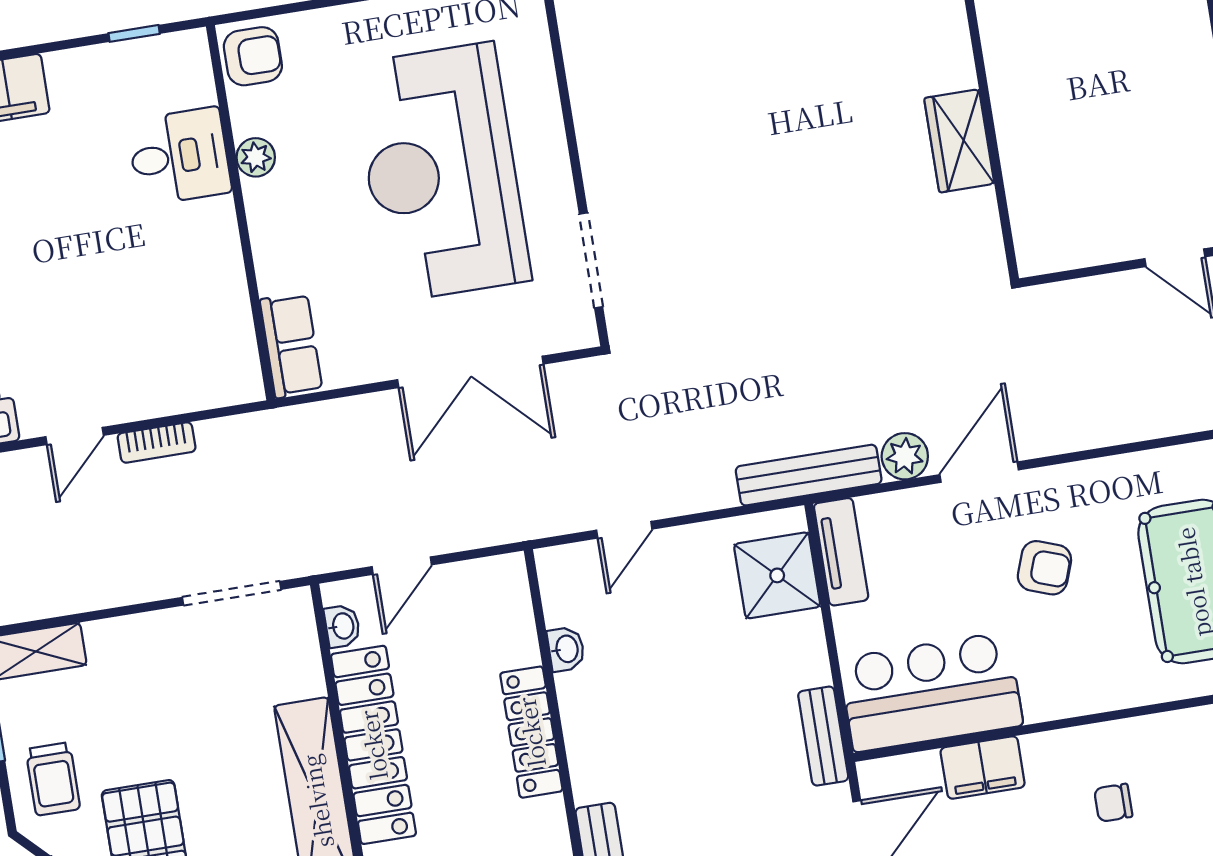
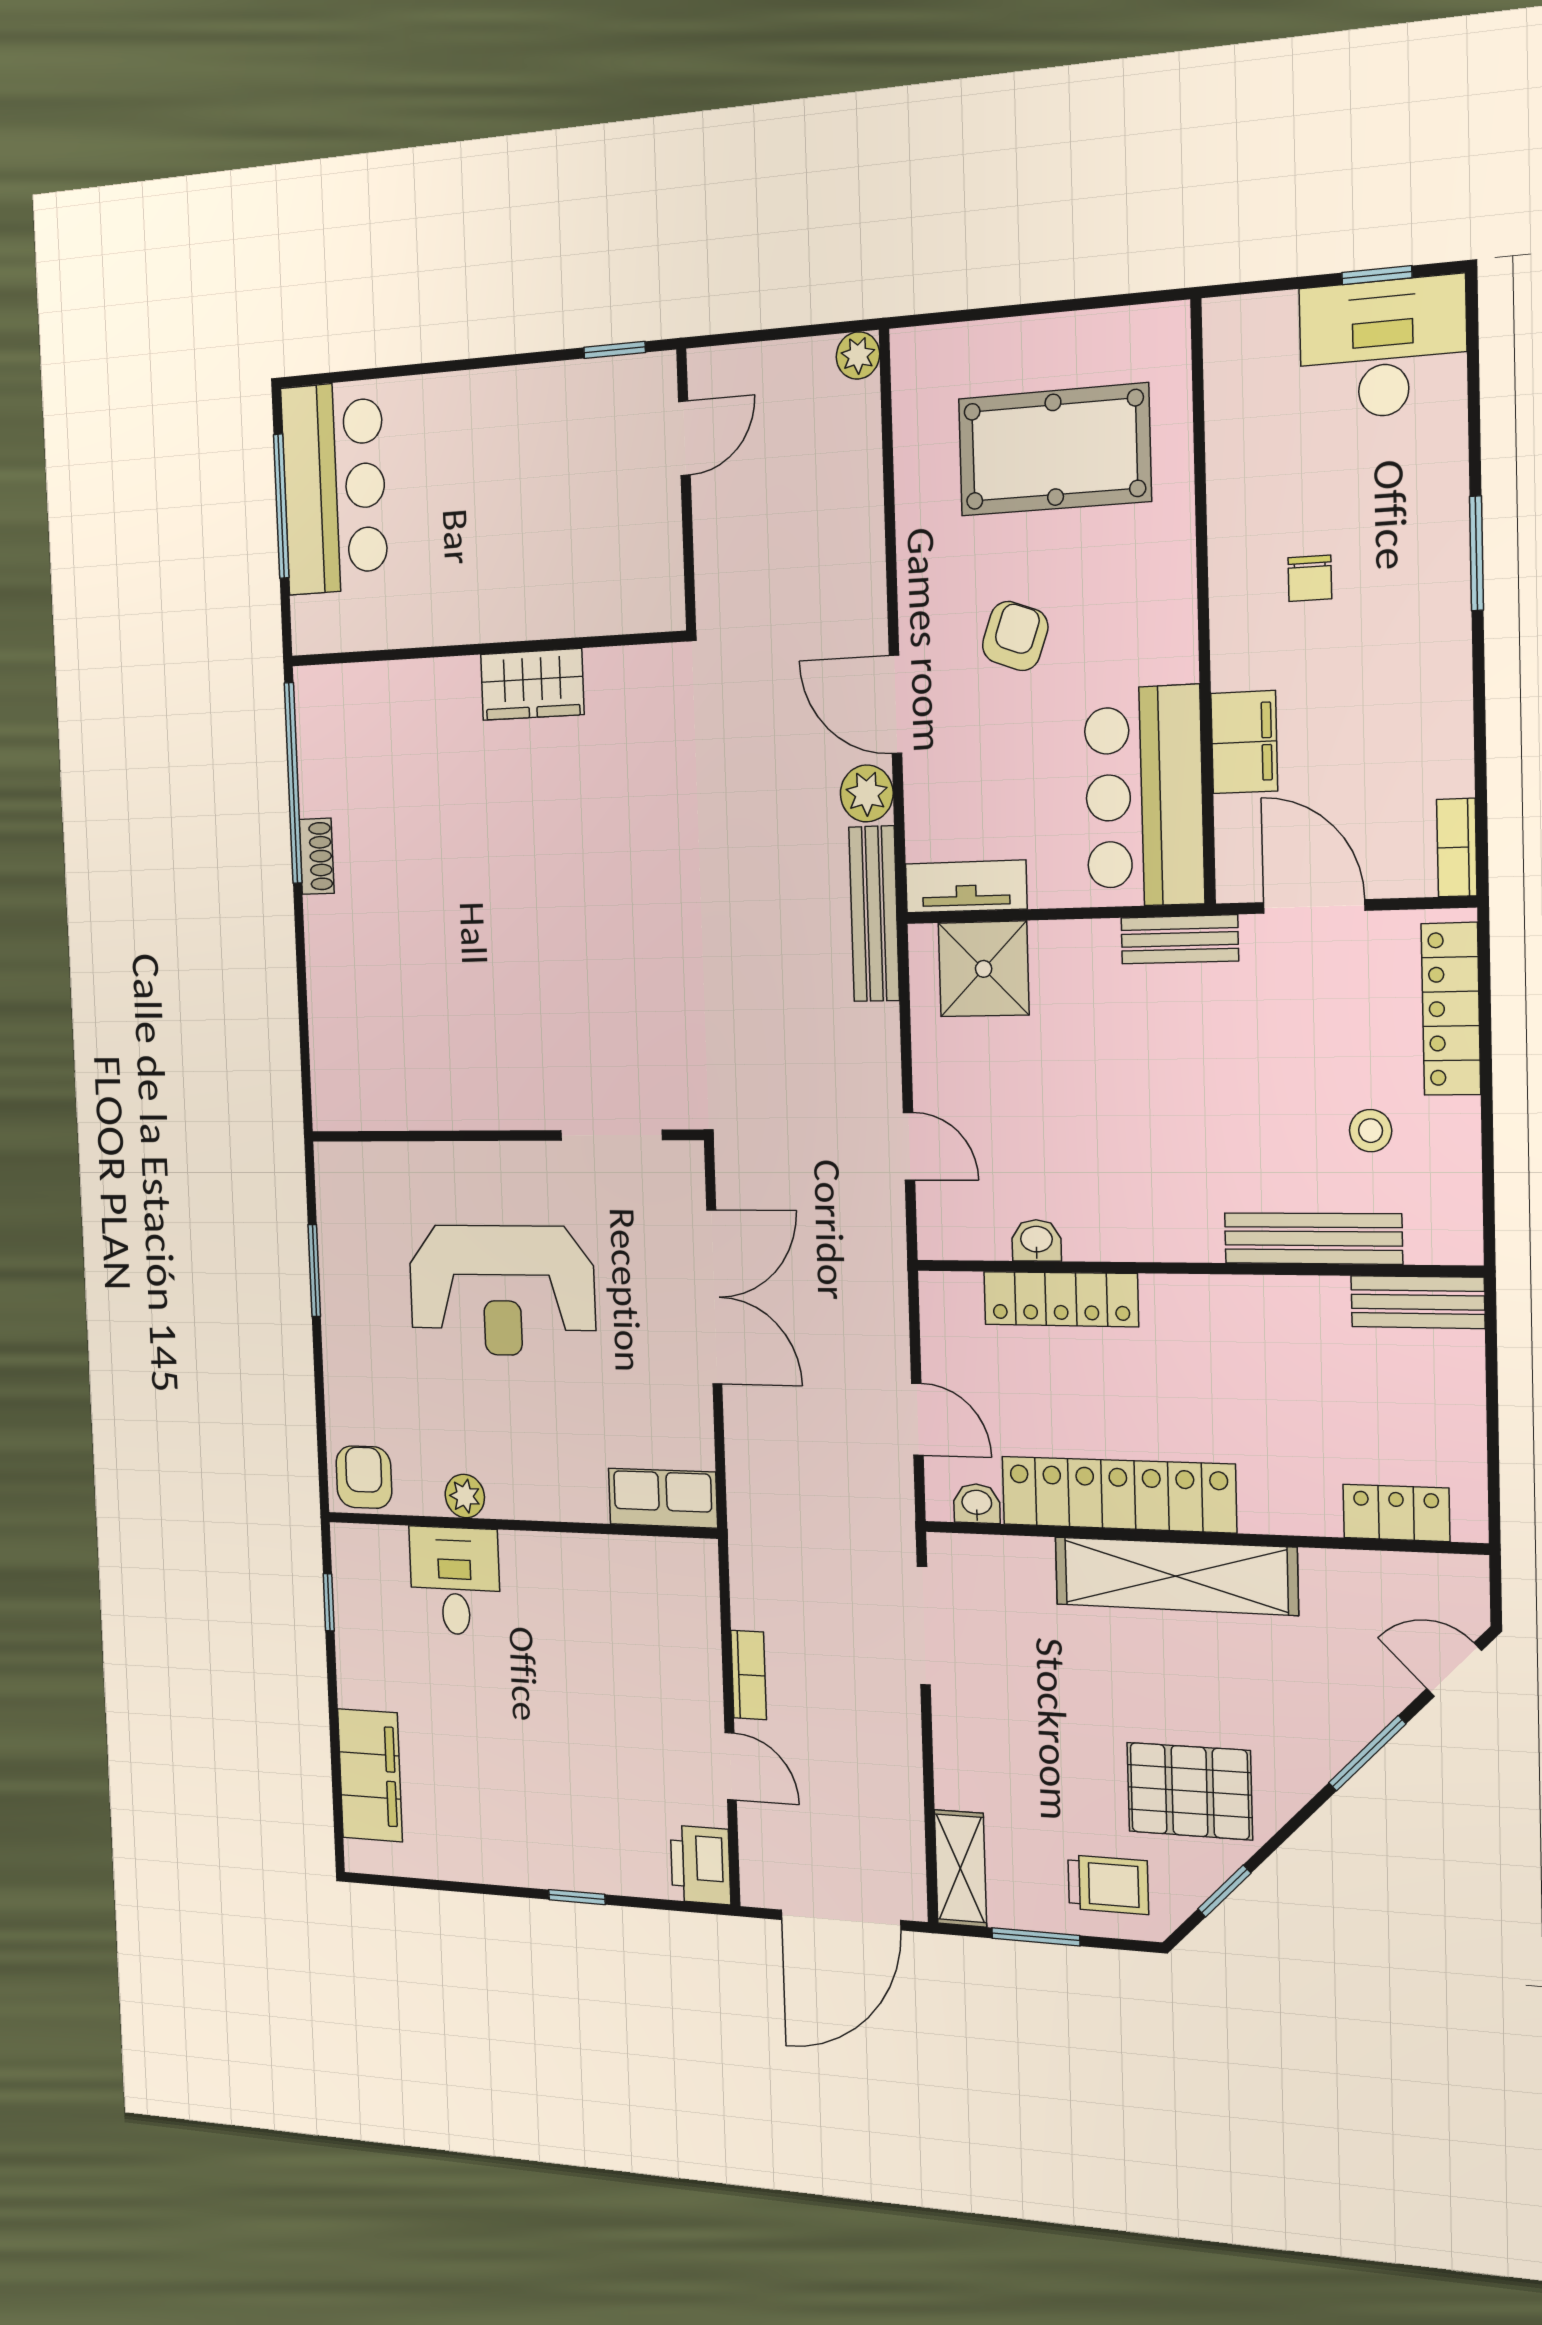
reception desk: (441, 172) -> (502, 1290), width x0.74, depth x0.77
locker: (531, 732) -> (1061, 1299), moved

